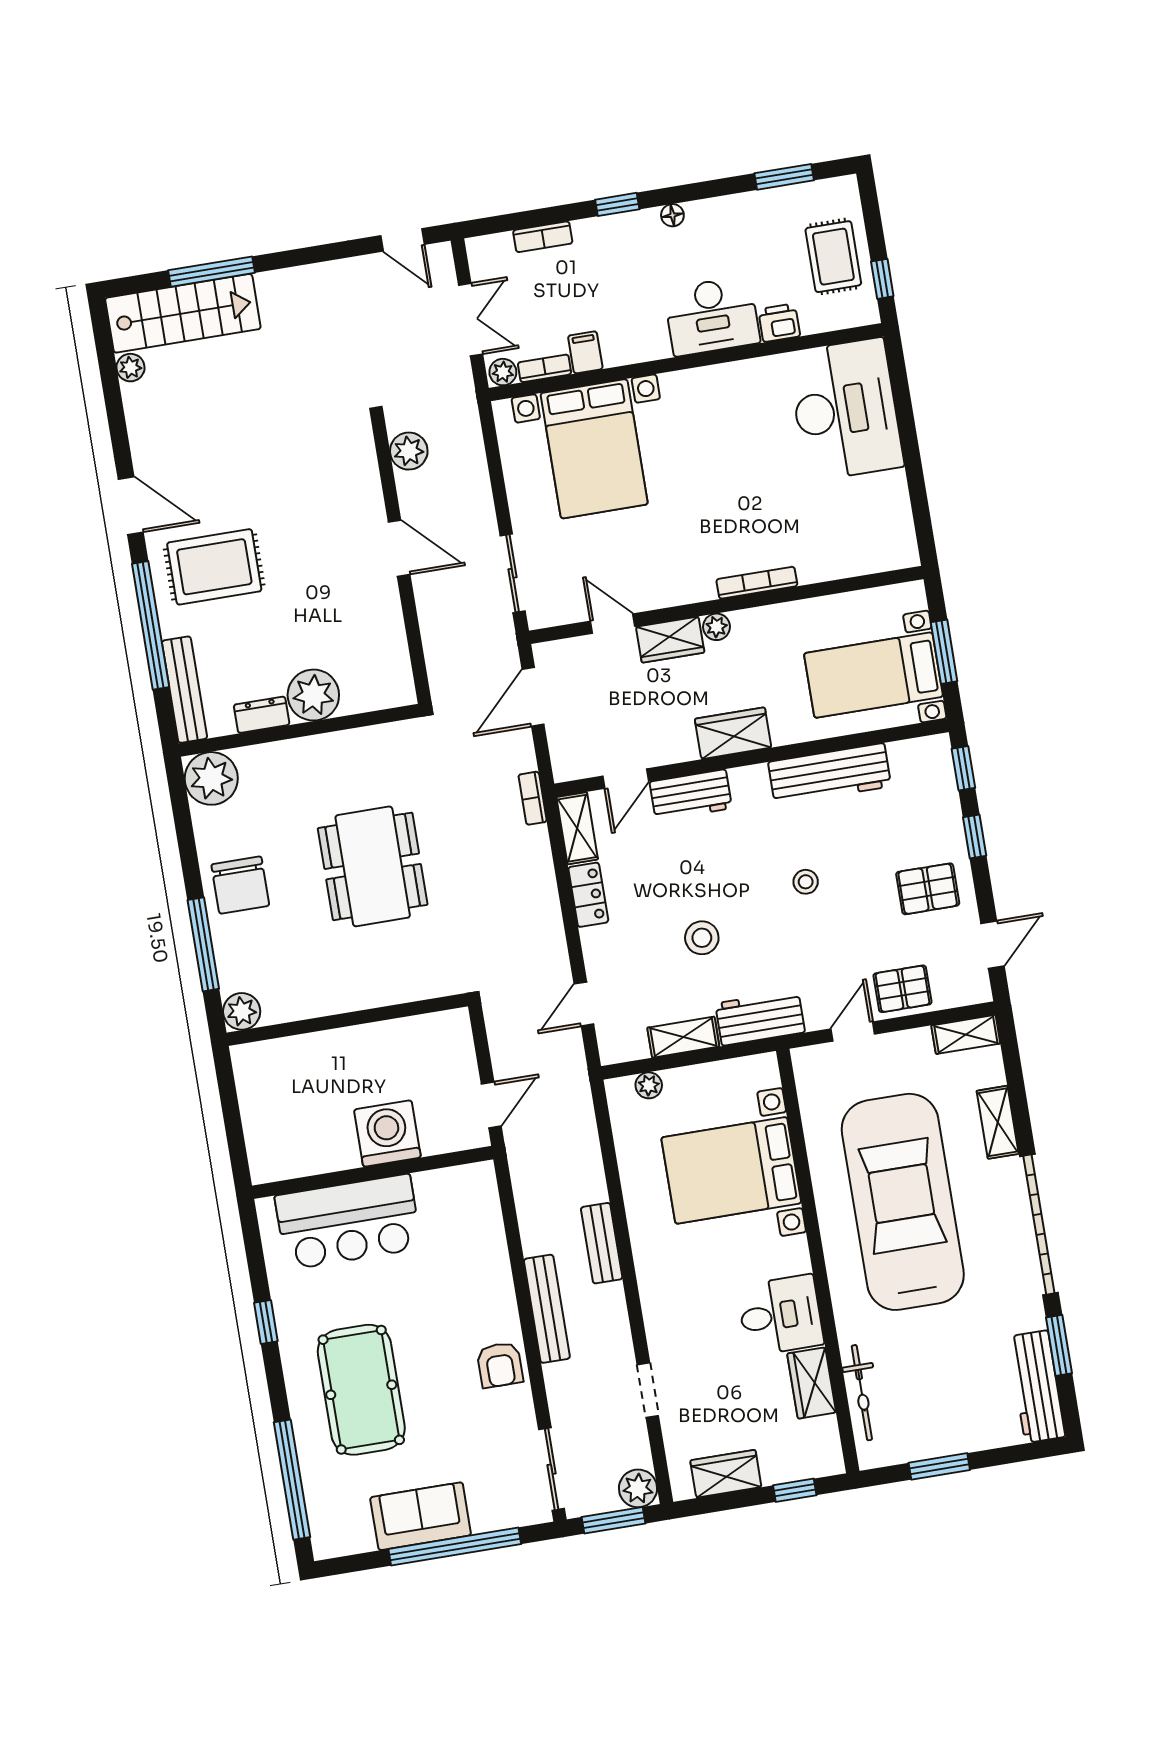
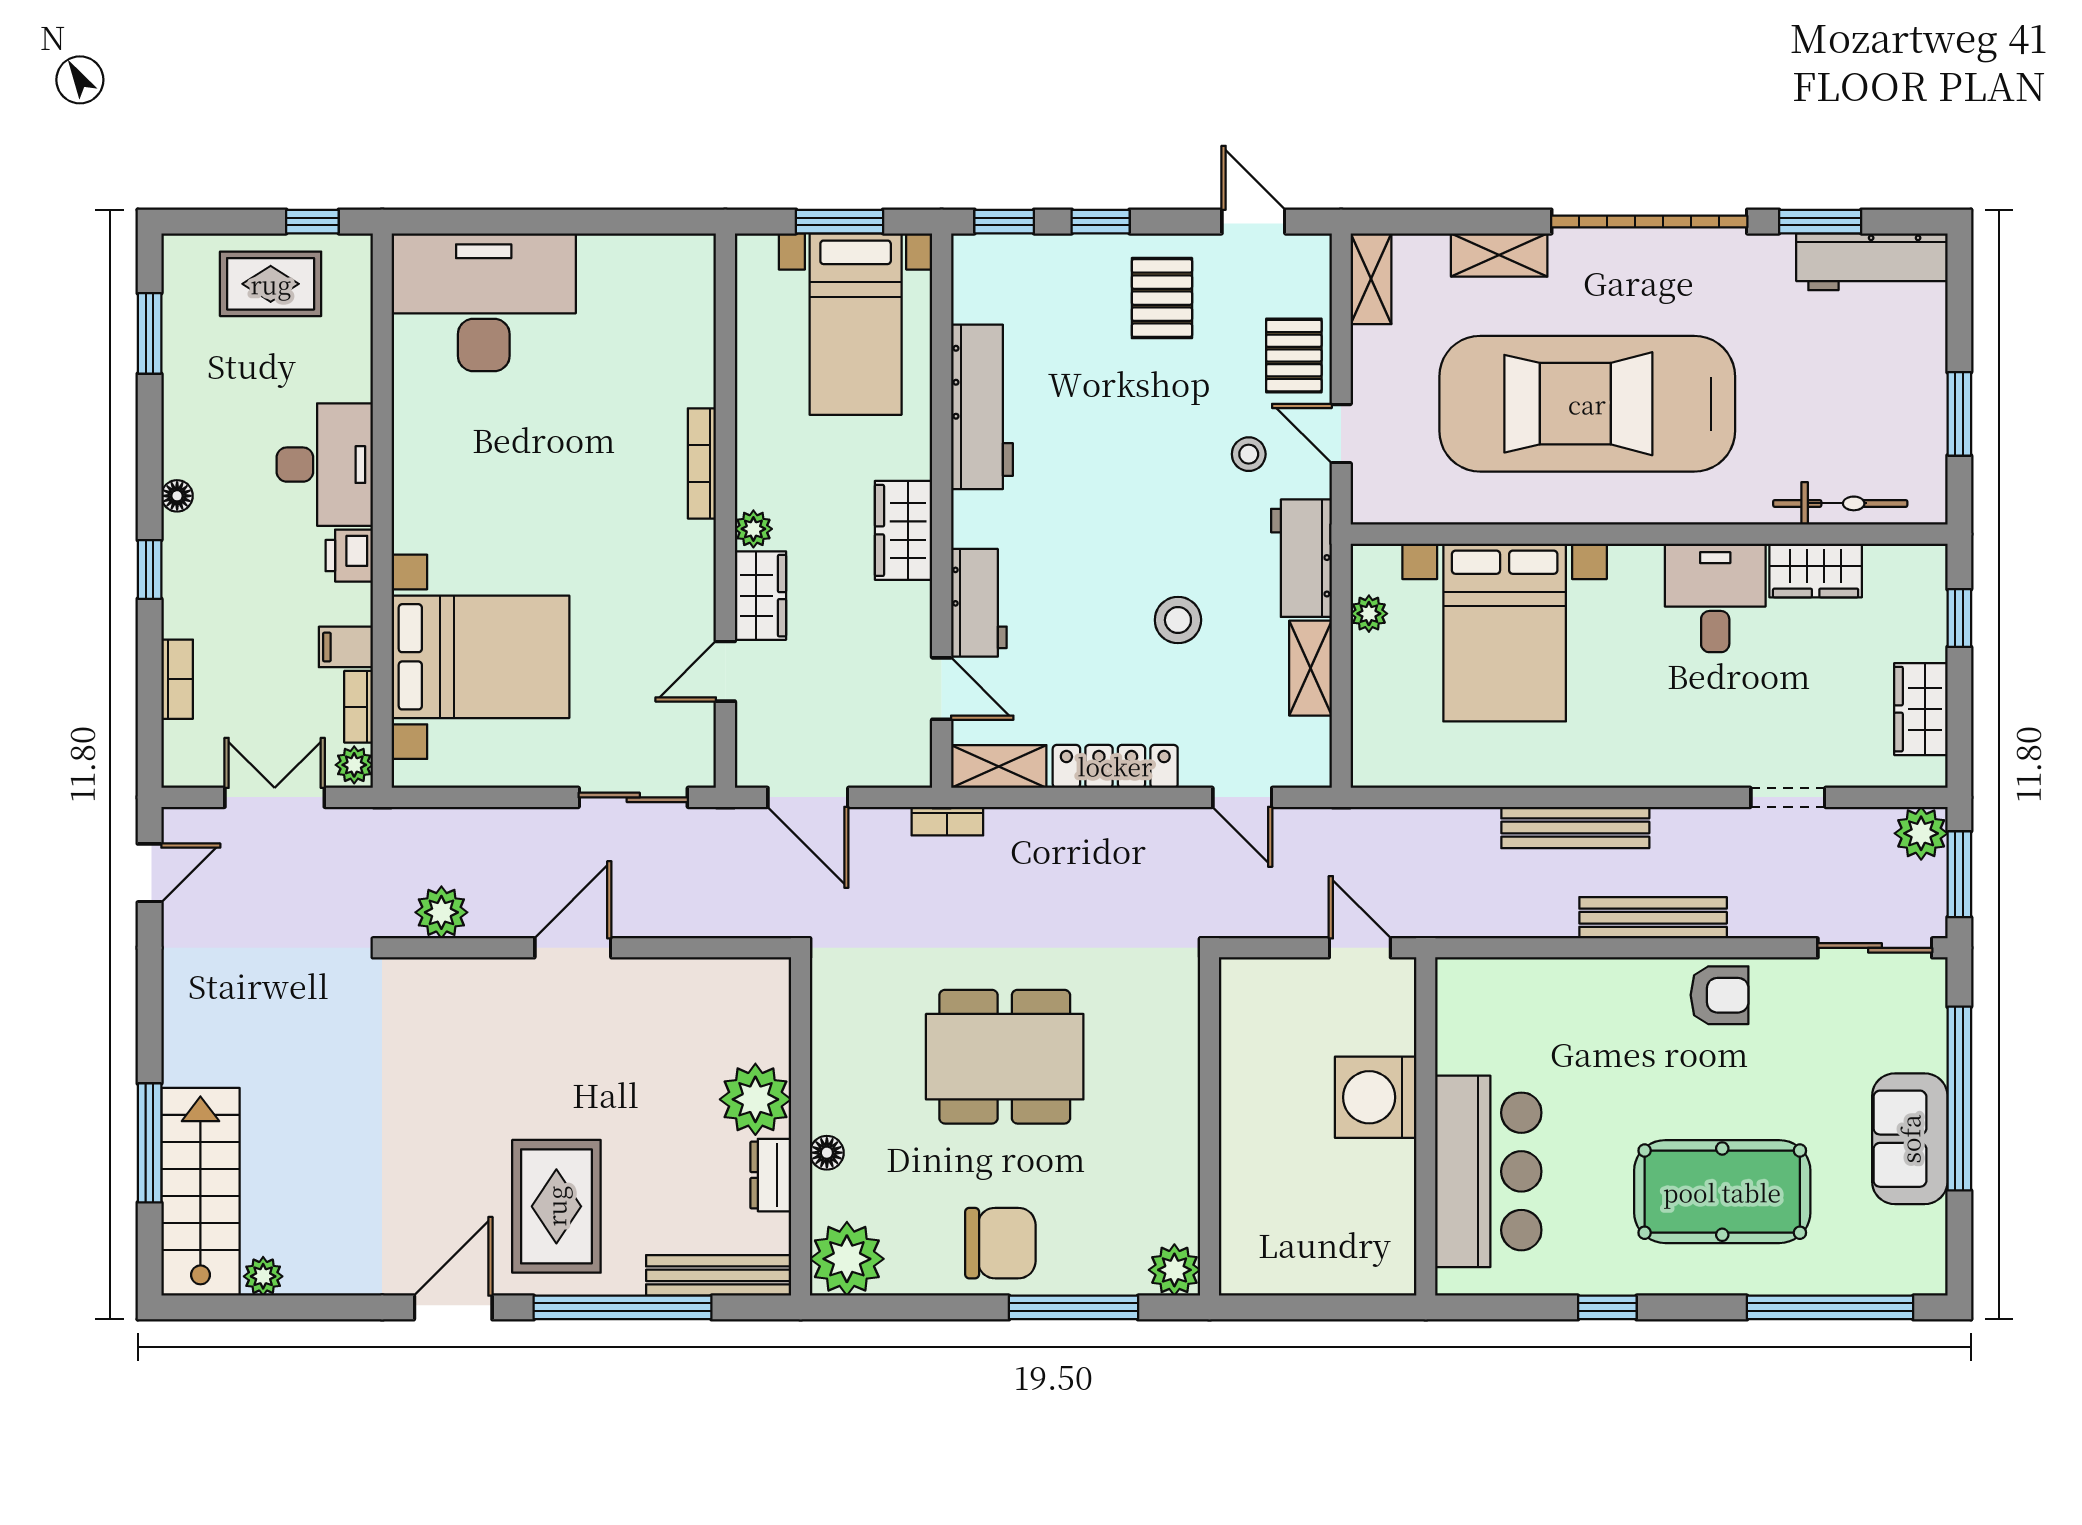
printer: (779, 323) -> (349, 556), moved
floor lamp: (284, 752) -> (827, 1153), added
stool: (806, 882) -> (1249, 454), moved
locker: (588, 895) -> (1115, 766), width x1.53
plant: (649, 1085) -> (1369, 614), moved
bench: (602, 1243) -> (1575, 828), width x1.36

